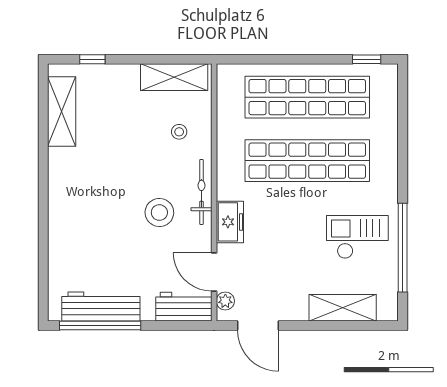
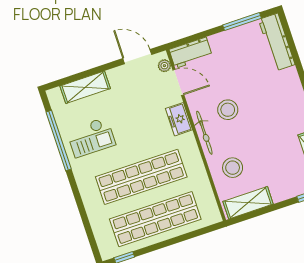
stool: (179, 132) -> (233, 168), width x1.89, depth x1.89
workbench: (101, 306) -> (277, 42), moved, turned 90
window: (100, 326) -> (242, 22), width x0.68

